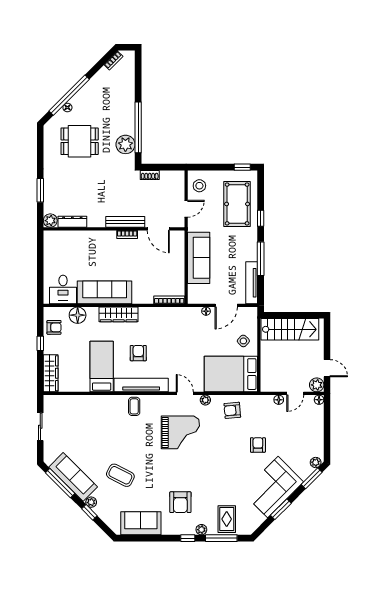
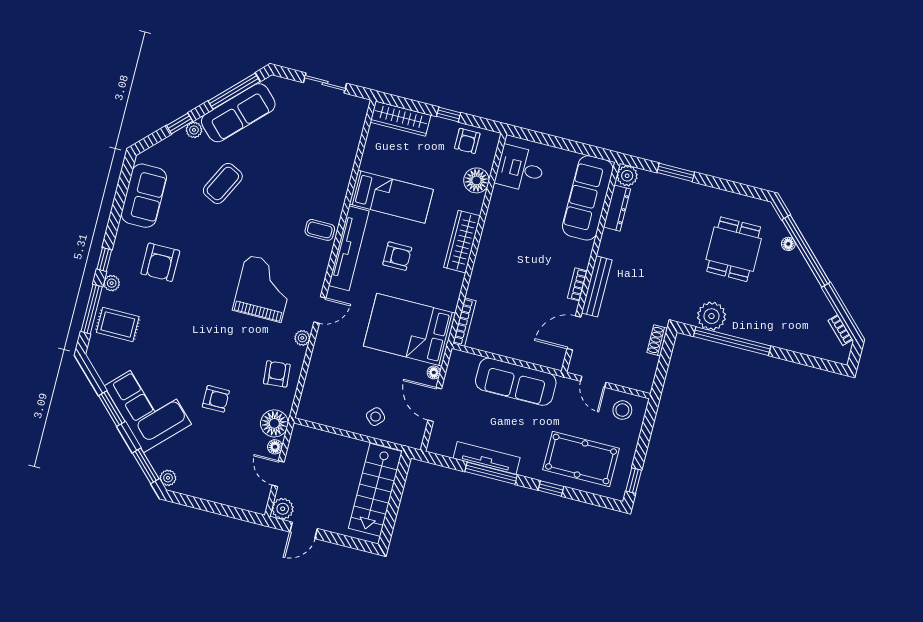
tv unit: (252, 283) -> (487, 458), moved
sofa: (105, 292) -> (588, 198), moved, turned 180
bed: (231, 374) -> (409, 330), moved, turned -90
floor lamp: (319, 400) -> (274, 423), moved, width x1.89, depth x1.89
grand piano: (180, 432) -> (264, 288), turned 180
armchair: (180, 502) -> (160, 262), turned -90

